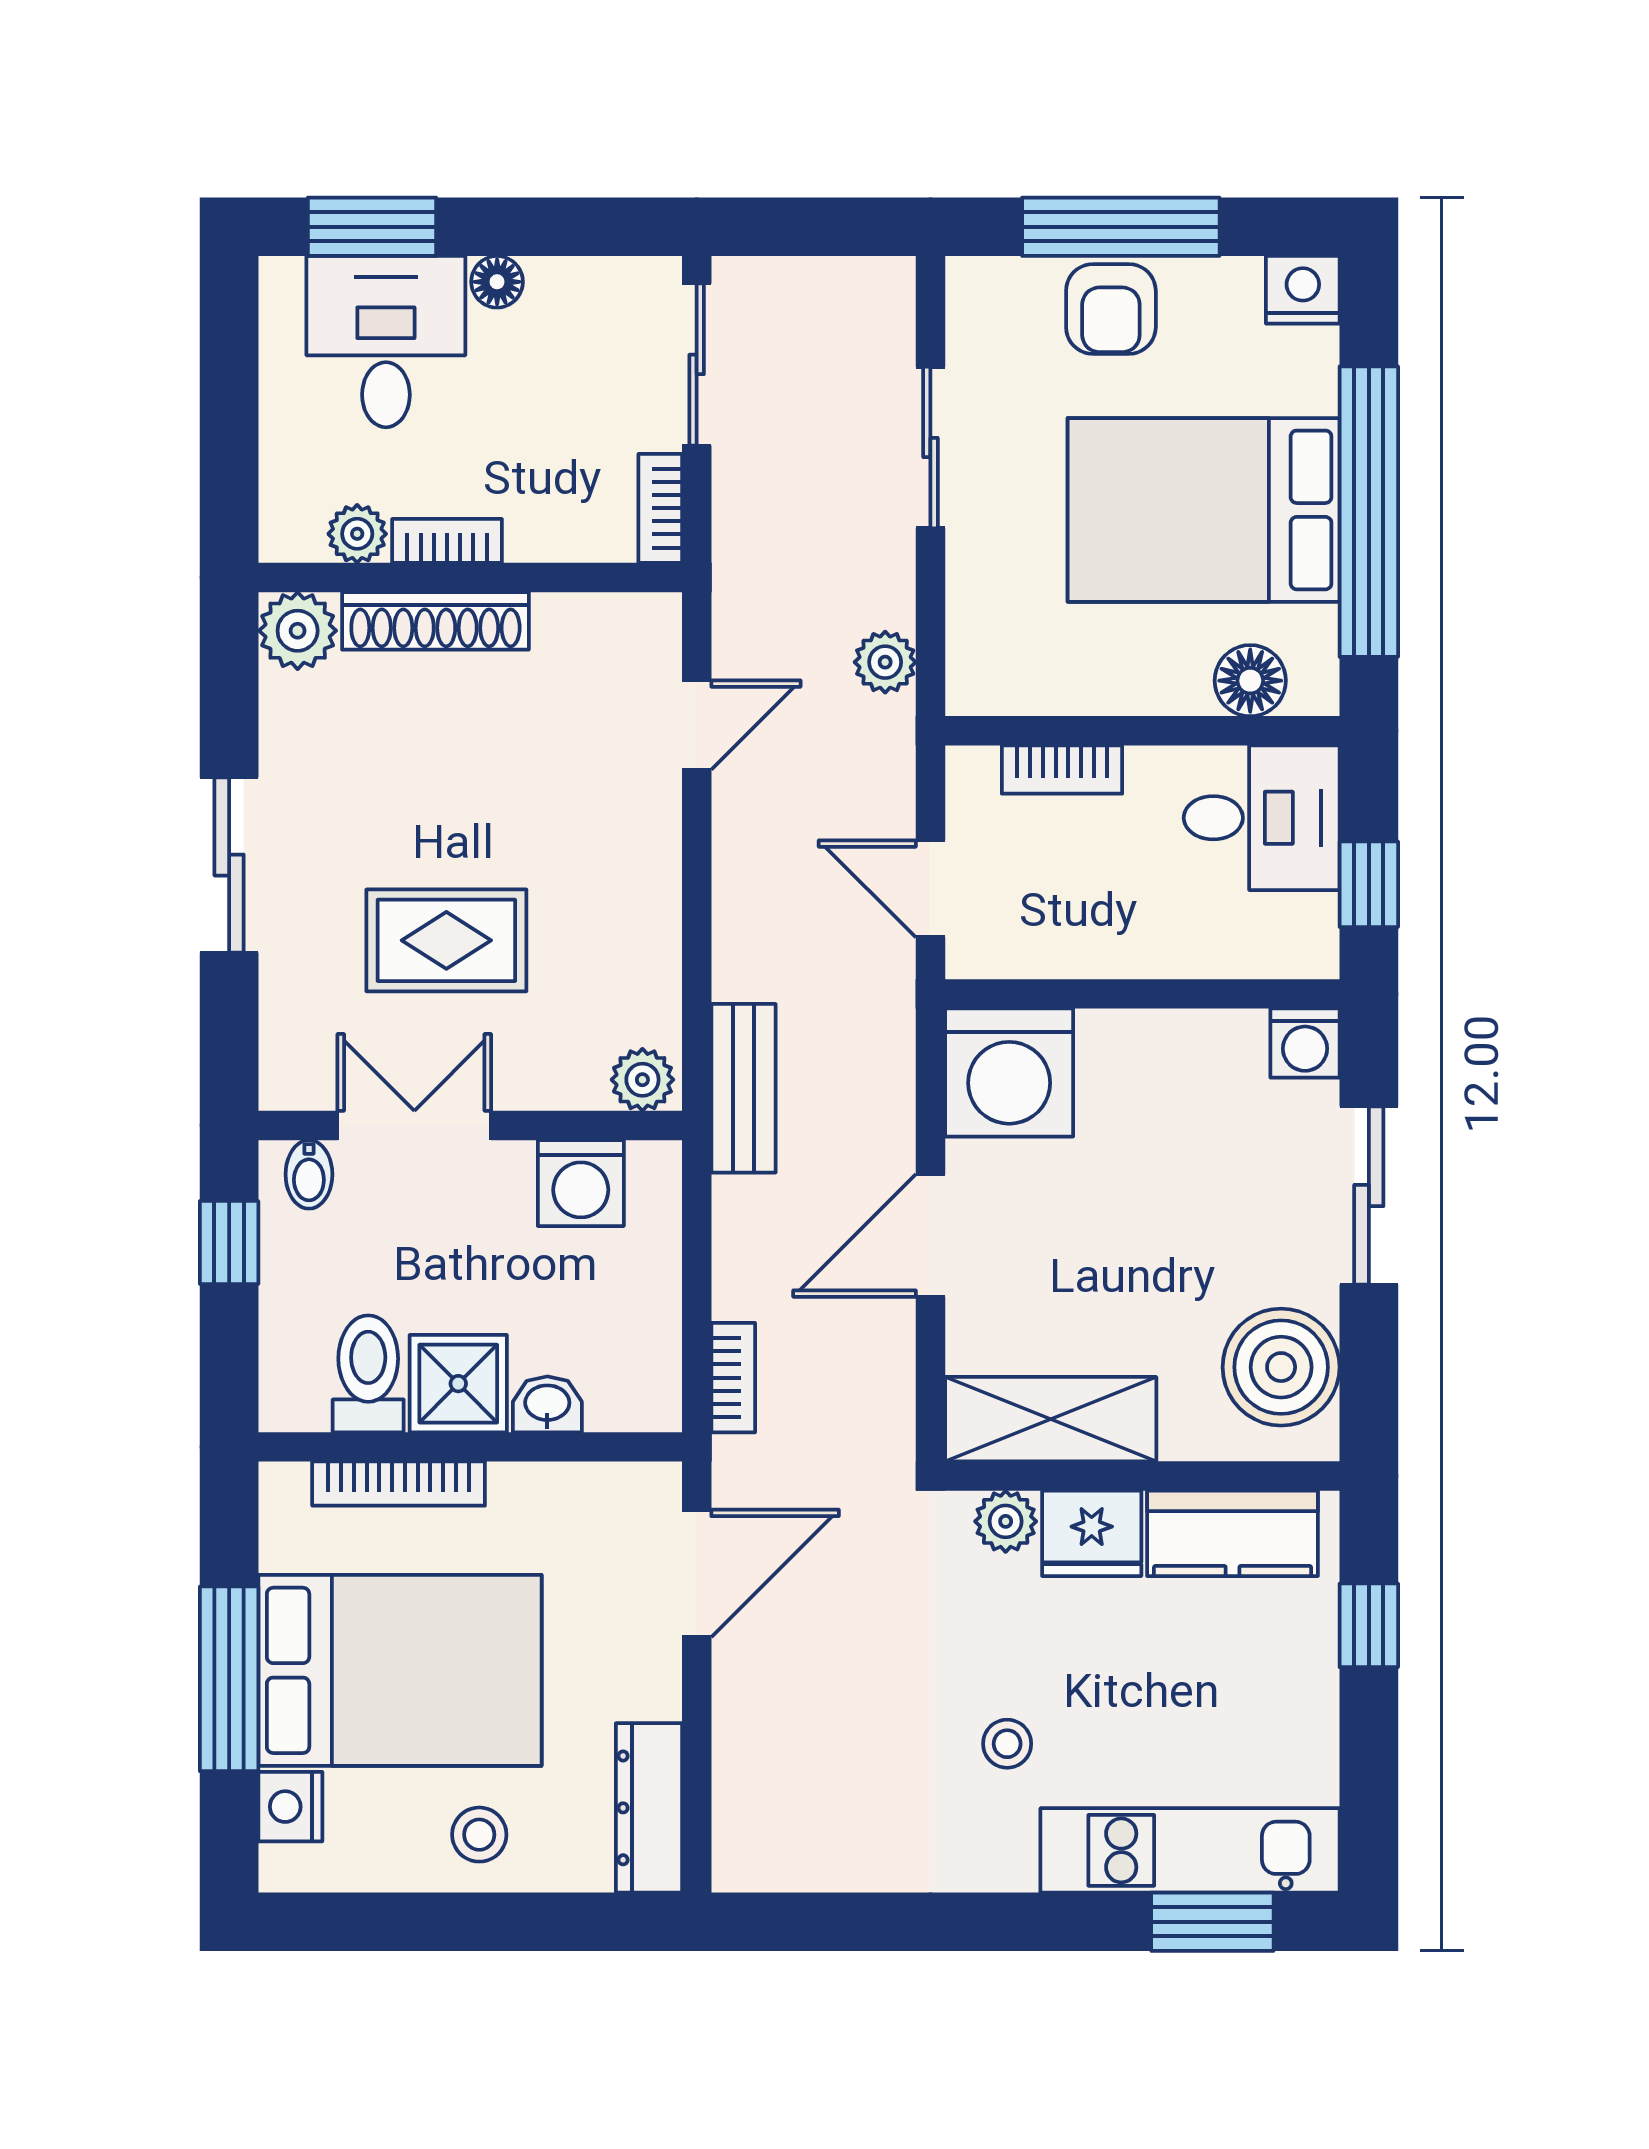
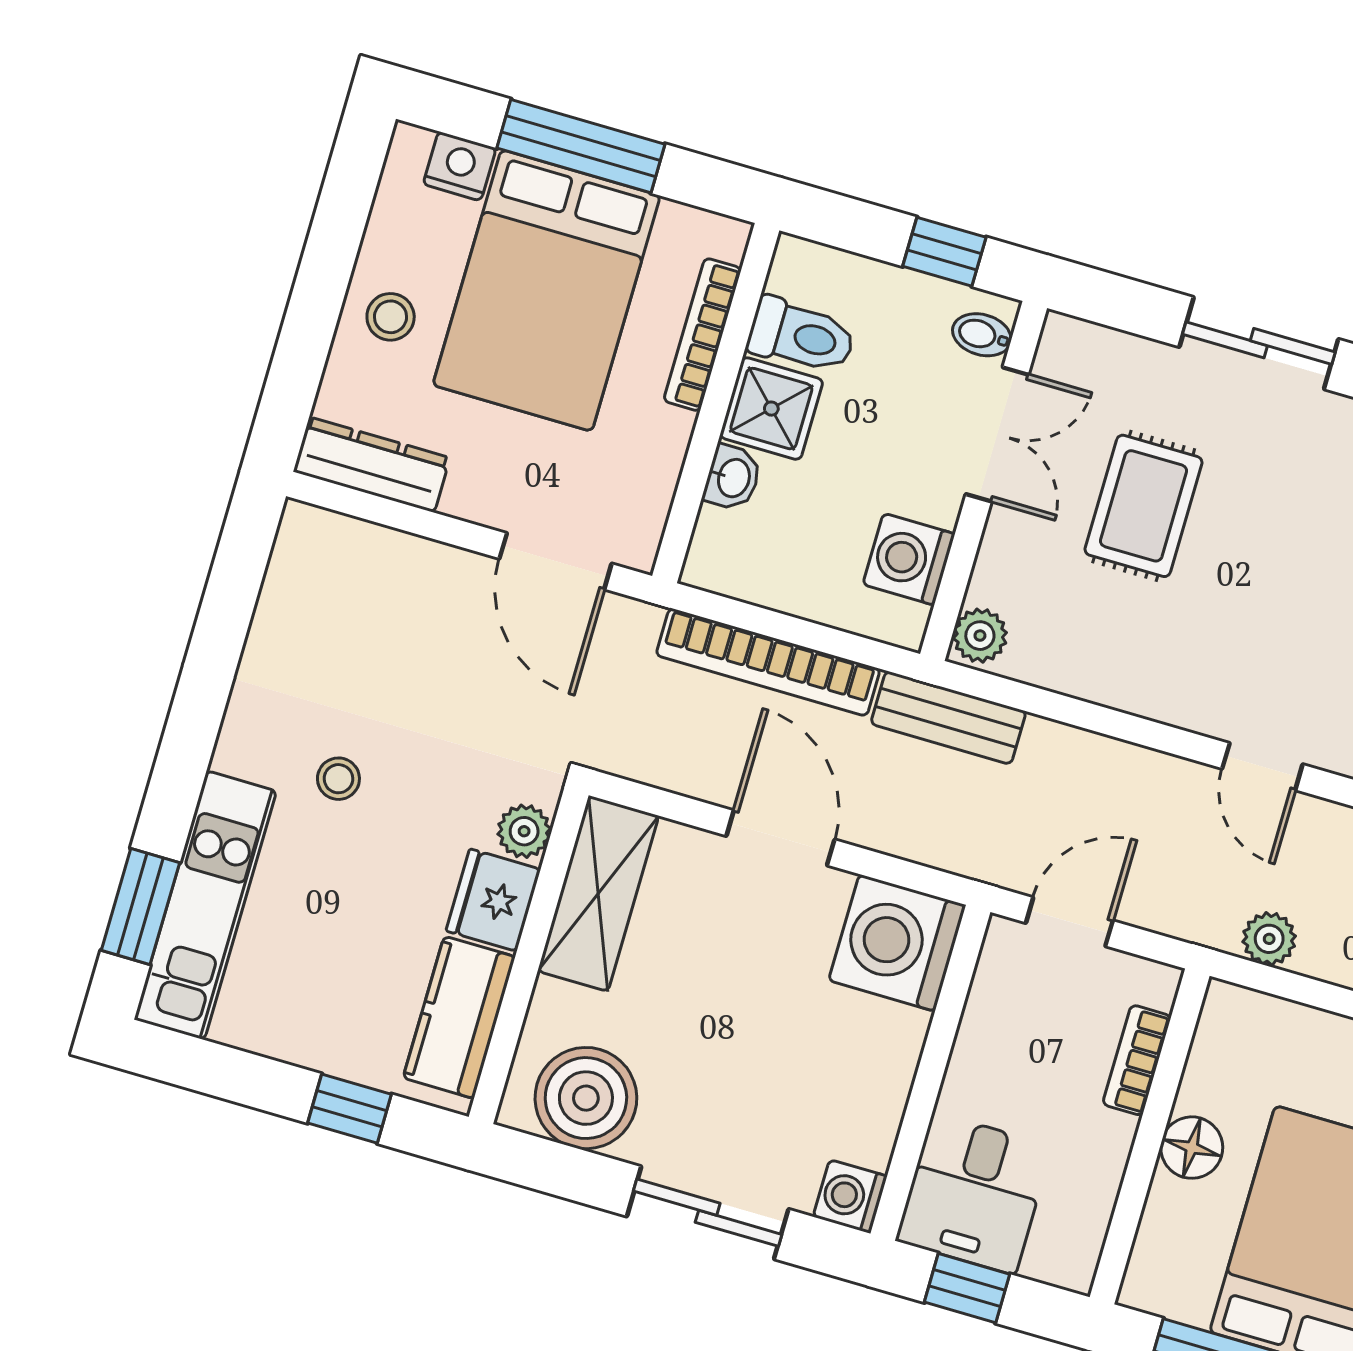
floor lamp: (1250, 681) -> (1192, 1148), moved
desk: (1262, 818) -> (974, 1193), moved
bookcase: (733, 1378) -> (768, 662), width x2.31, depth x1.31

